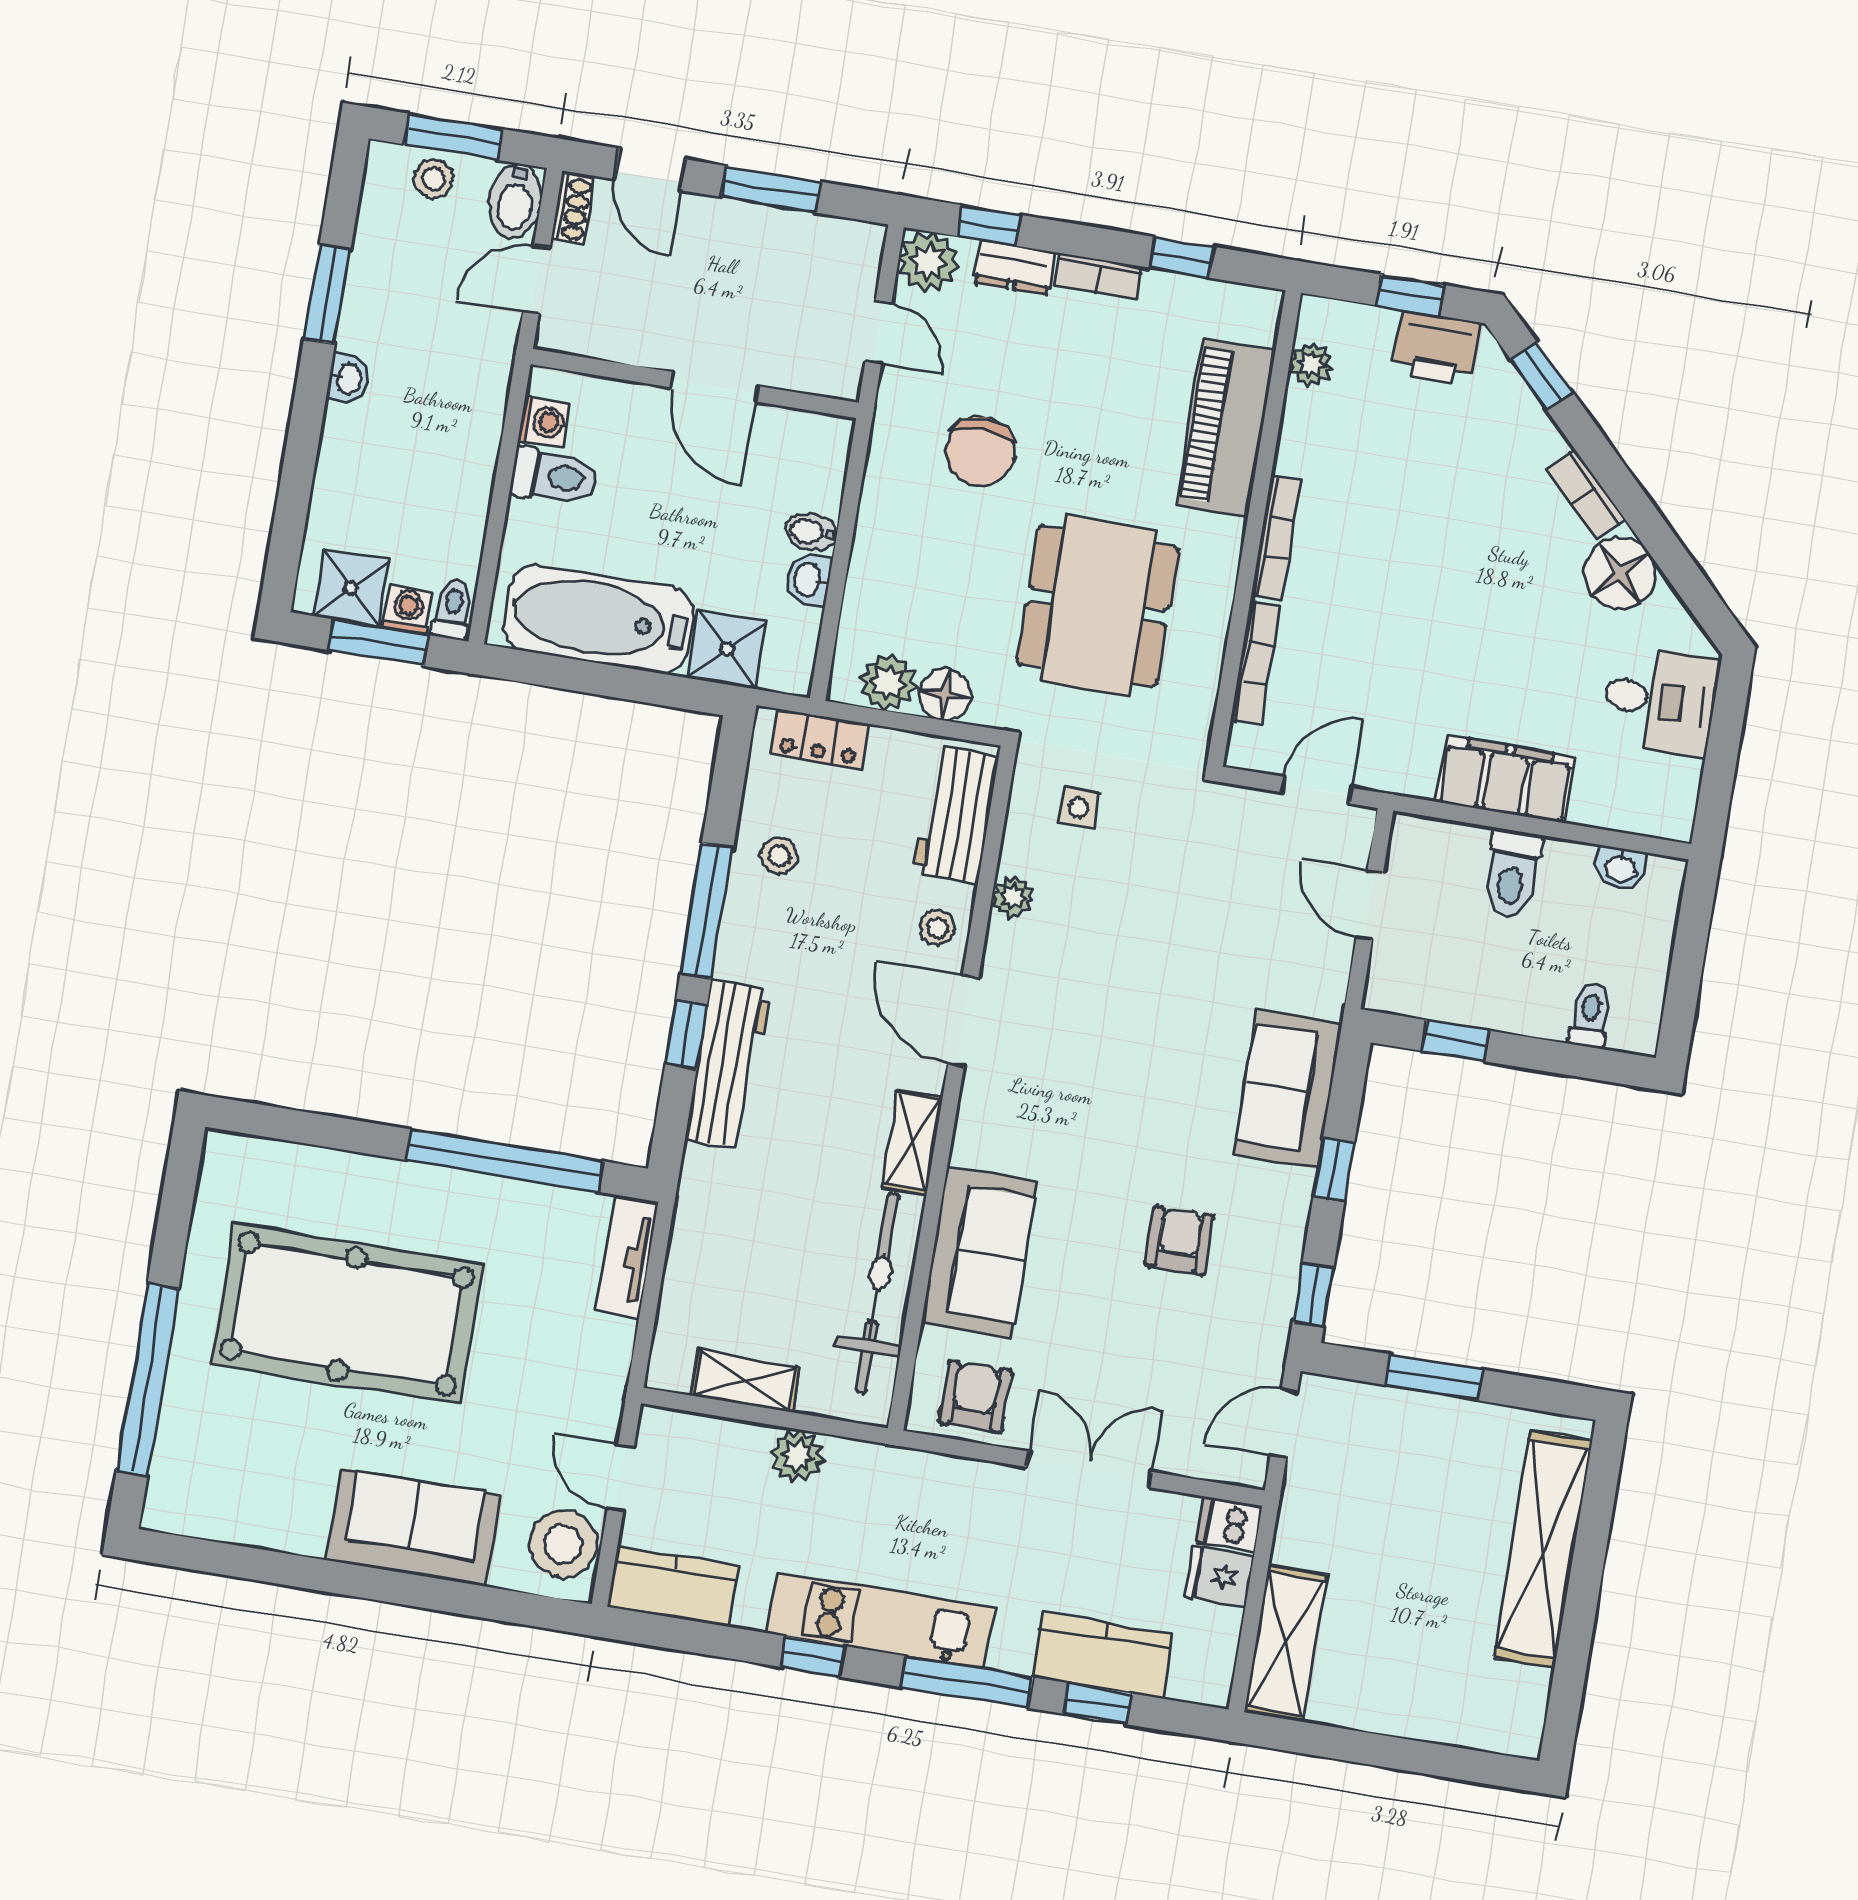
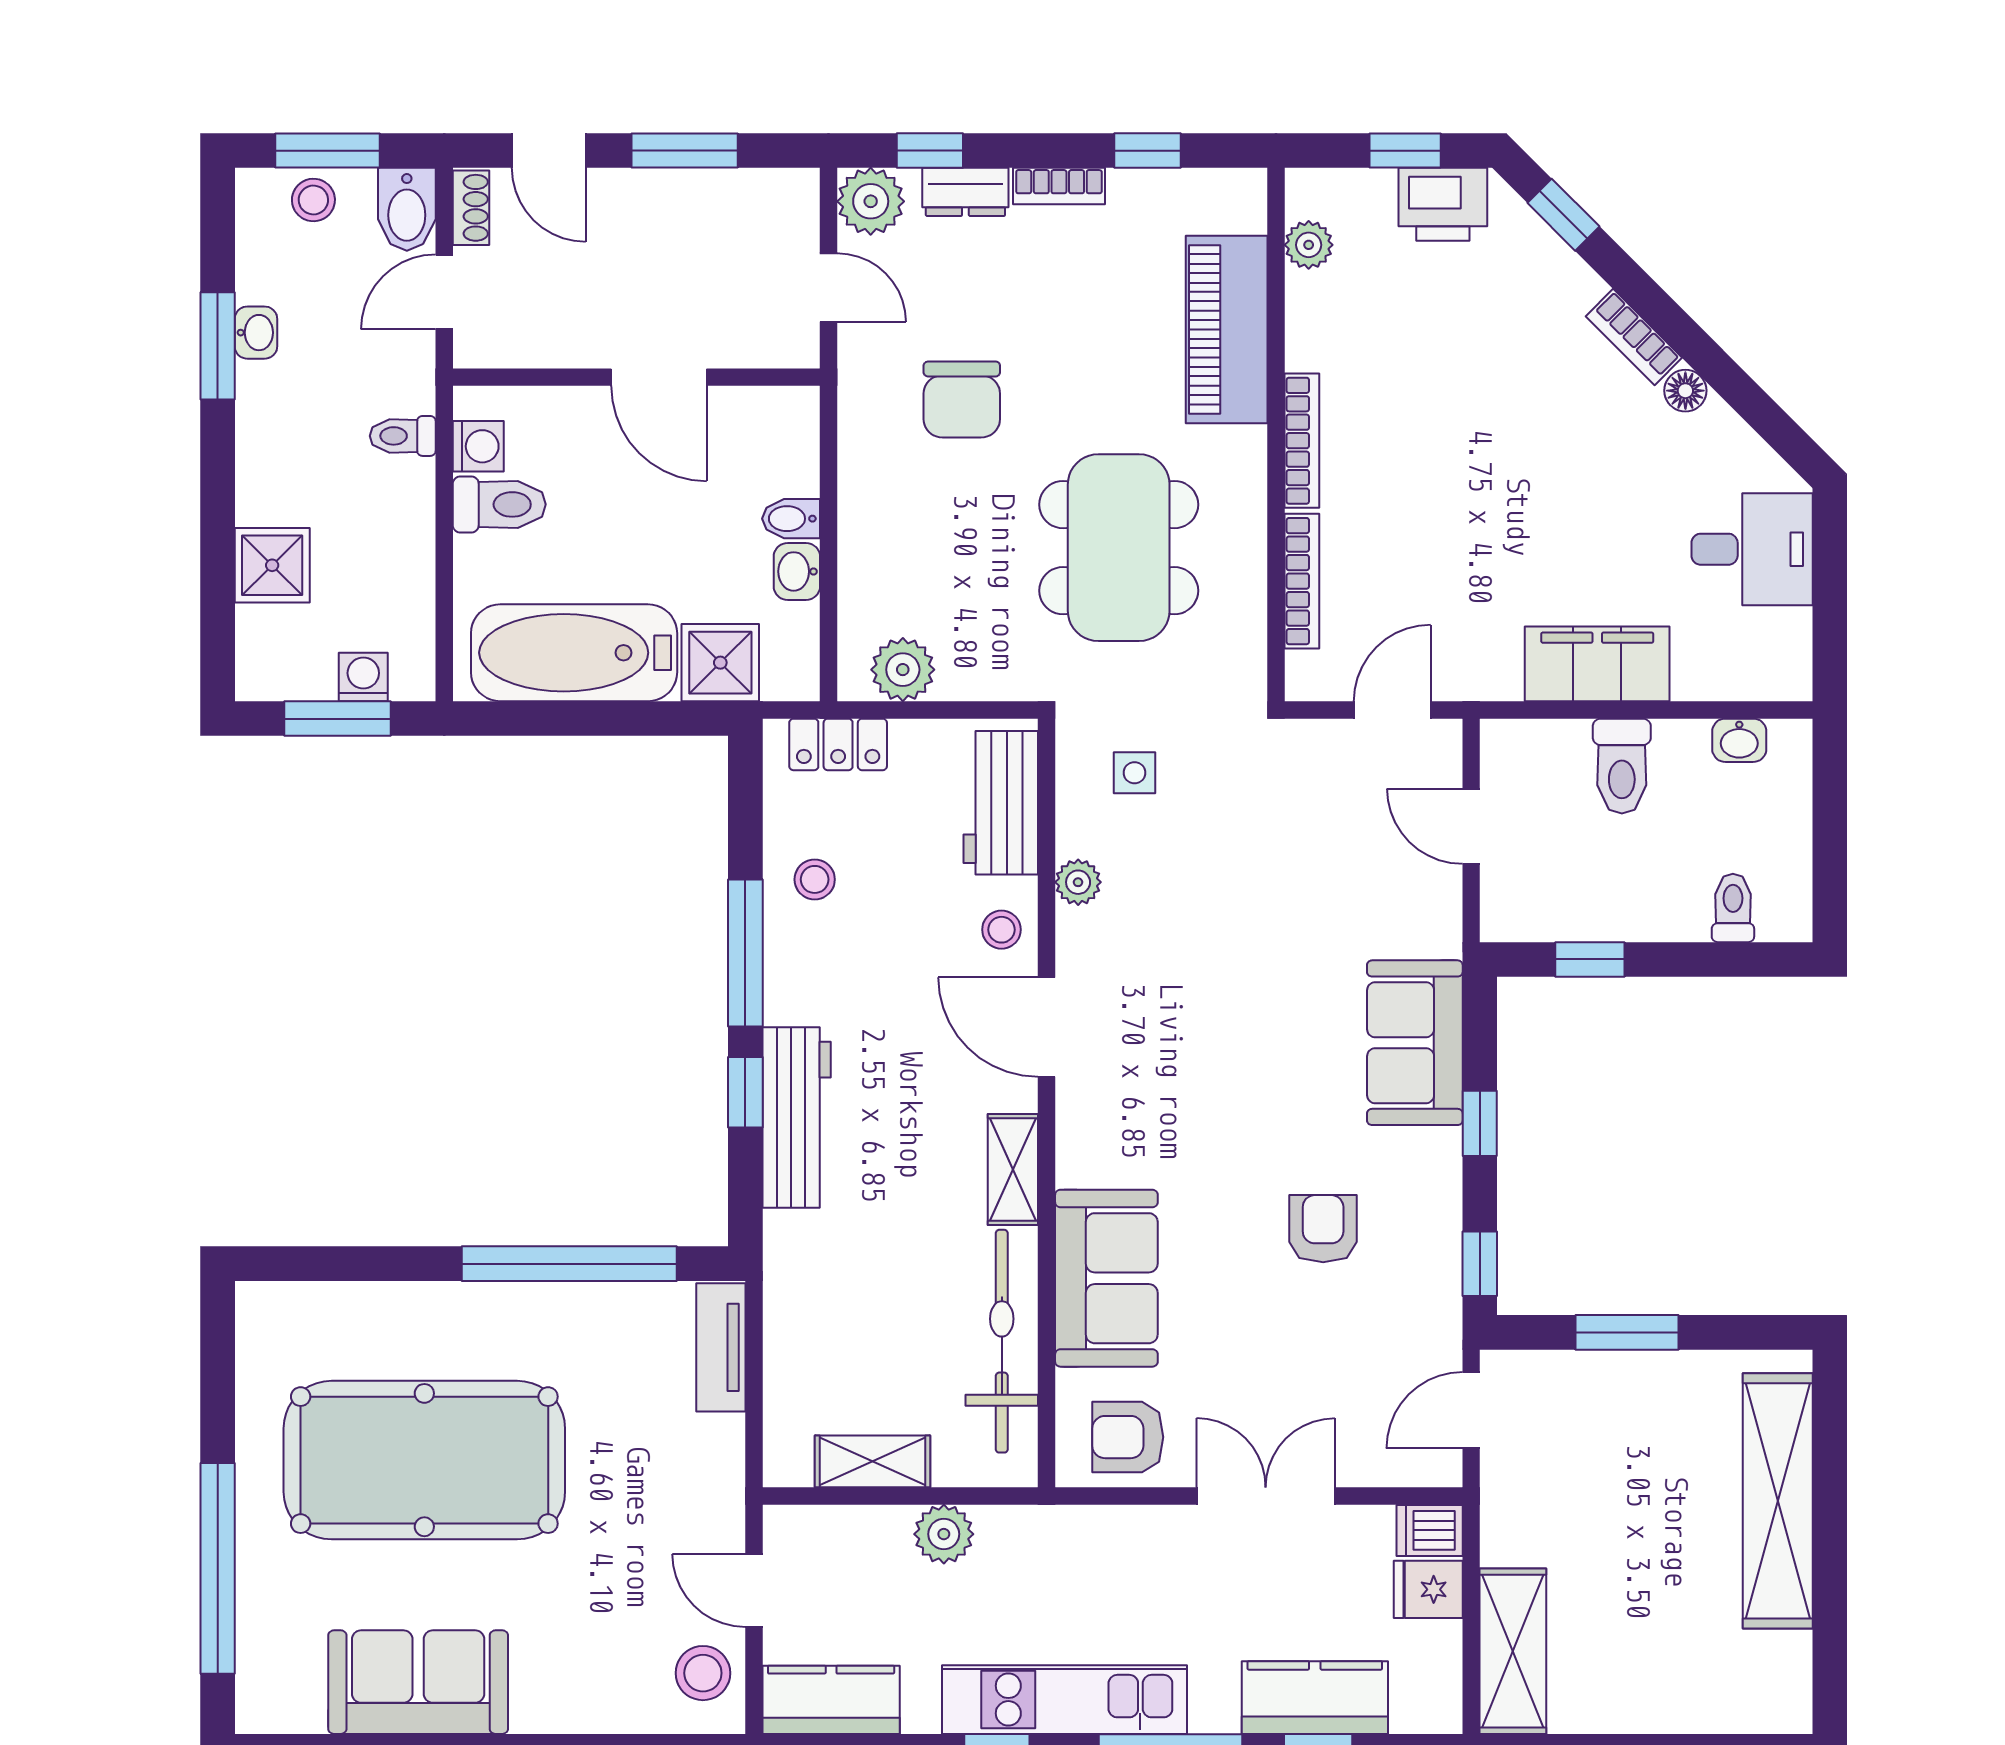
washbasin: (348, 379) -> (256, 333), moved
floor lamp: (1620, 573) -> (1685, 391), width x0.53, depth x0.53
shower: (351, 588) -> (272, 565), moved
toilet: (453, 609) -> (403, 436), moved, turned -90
floor lamp: (945, 694) -> (968, 673), removed
armchair: (975, 1397) -> (1128, 1437), turned -90
sofa: (413, 1527) -> (418, 1682), moved
stool: (563, 1544) -> (703, 1673), width x0.73, depth x0.73

